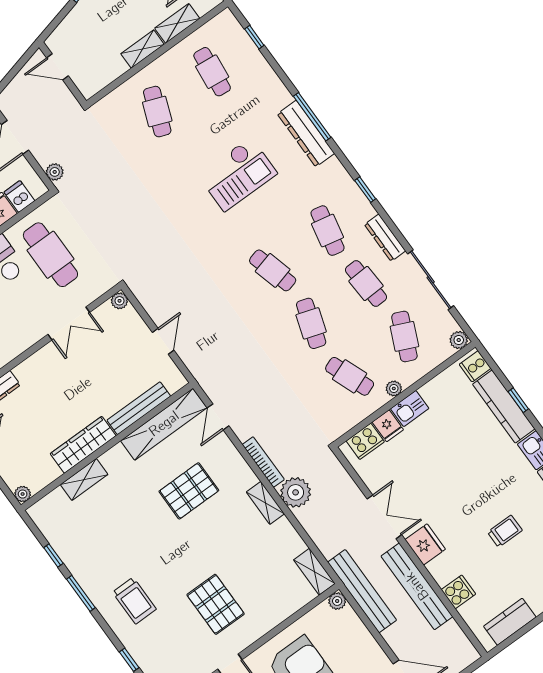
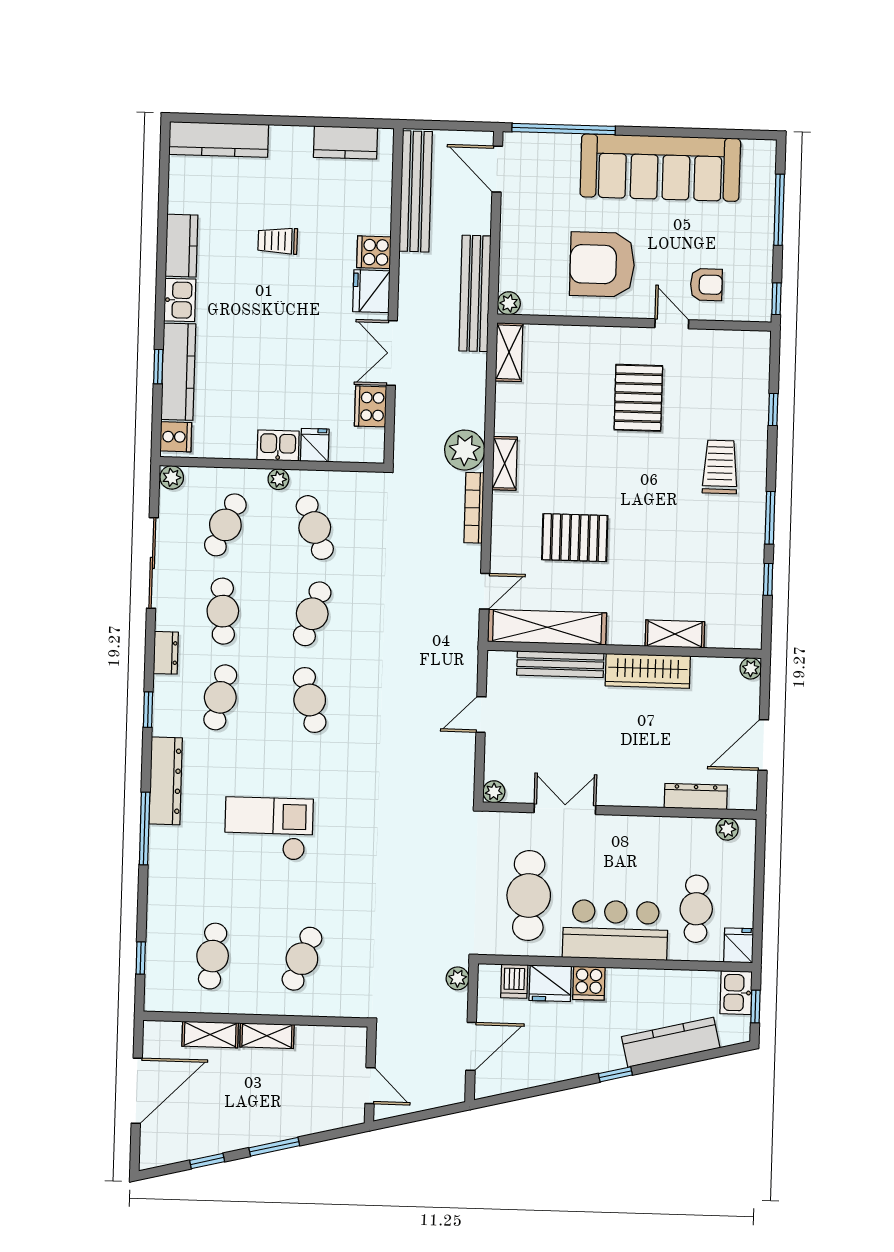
dresser: (306, 134) -> (166, 781), moved
dresser: (385, 238) -> (166, 653), width x0.70
cooker: (365, 441) -> (371, 406), moved, turned -90
bench: (417, 586) -> (416, 191), moved
cooker: (458, 592) -> (374, 252), moved

